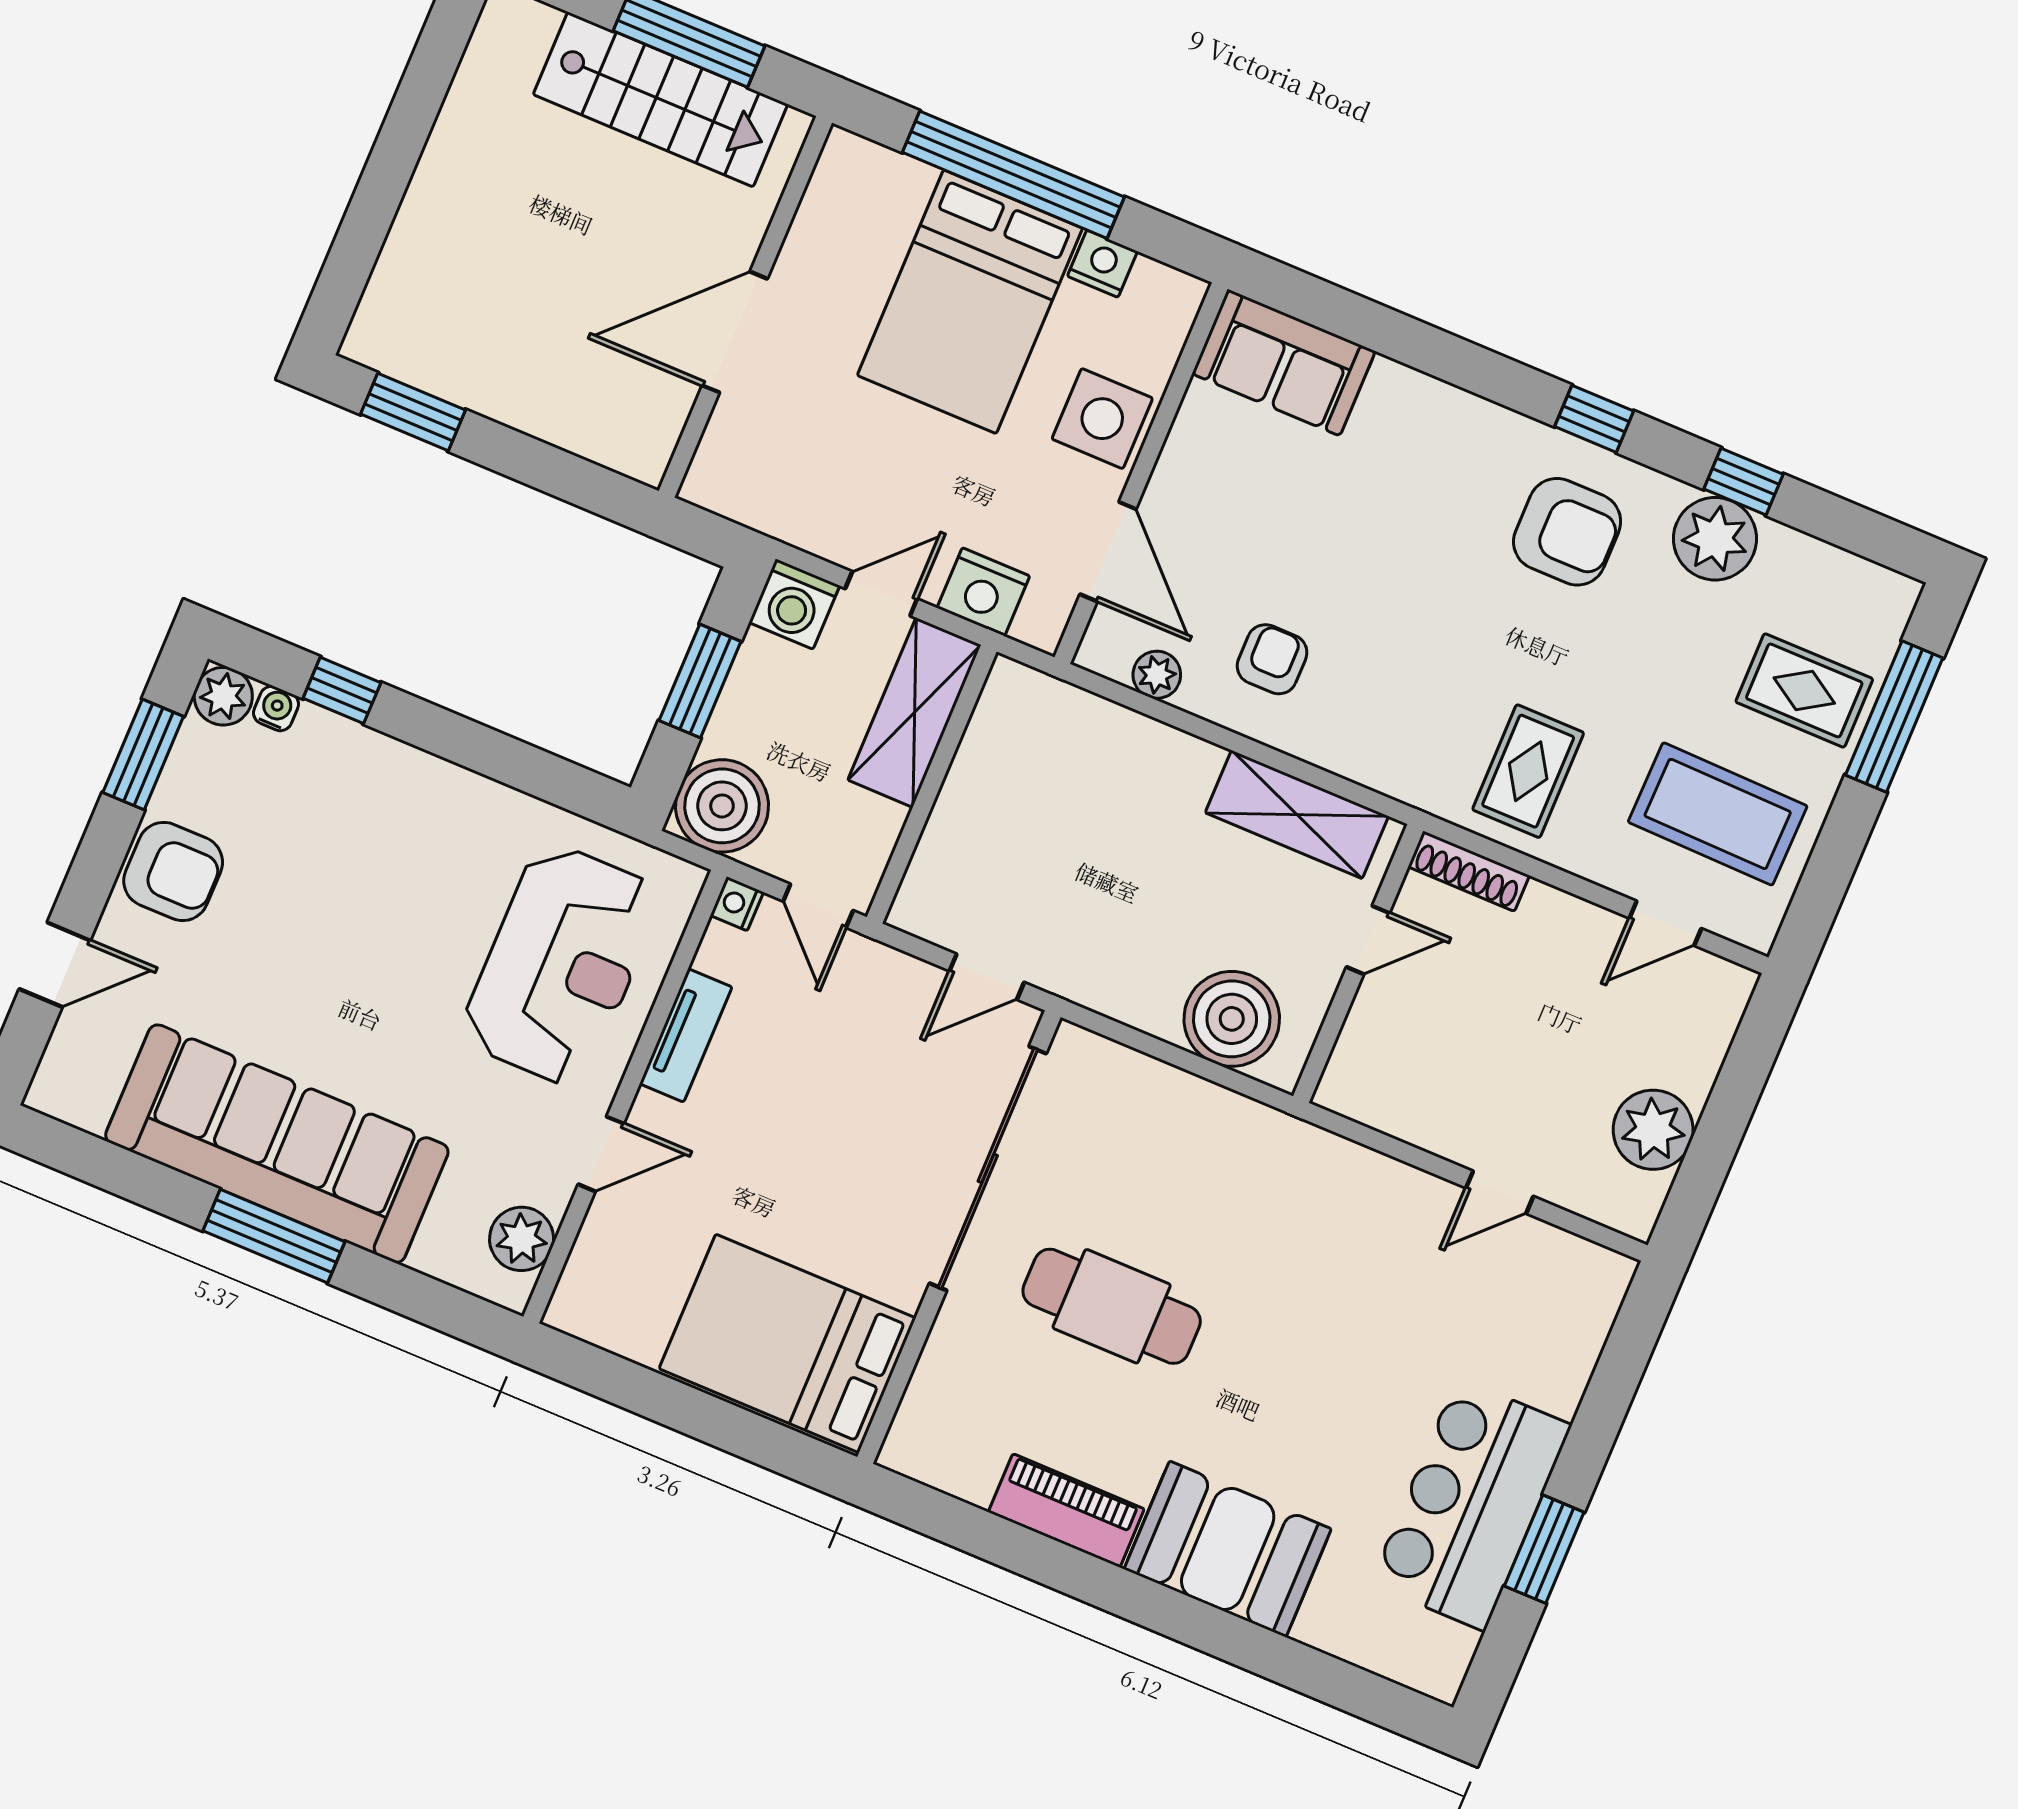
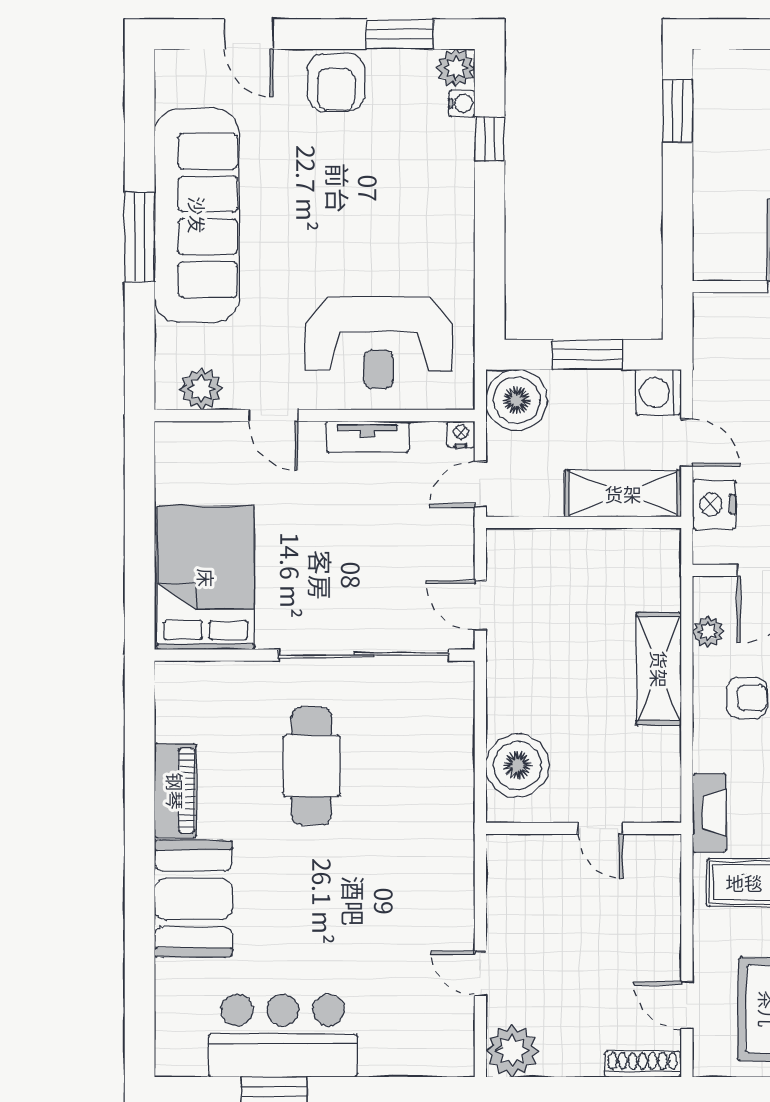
fireplace: (1410, 779) -> (709, 813), added
shelving: (1297, 814) -> (659, 669), moved
shoe rack: (1469, 871) -> (643, 1064), moved, turned 90
plant: (1653, 1130) -> (512, 1051), moved

